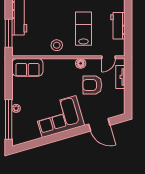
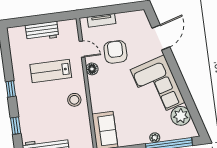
door: (108, 57) -> (82, 49), moved
armchair: (92, 85) -> (115, 52), turned 180
plant: (31, 132) -> (181, 116), added

